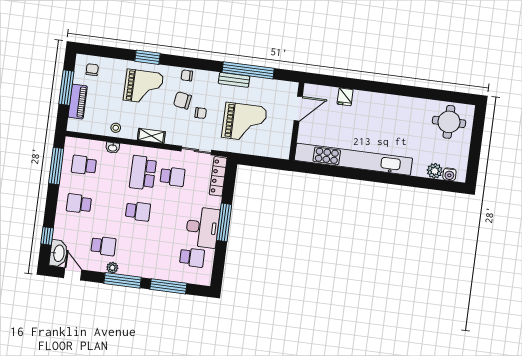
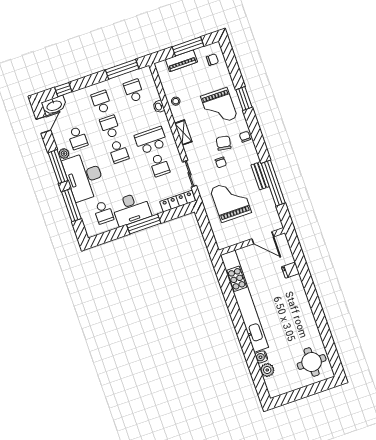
grand piano: (244, 122) -> (231, 201), turned 180
water cooler: (449, 174) -> (261, 357), moved
school desk: (108, 207) -> (110, 127), added
desk: (146, 259) -> (84, 177), added

